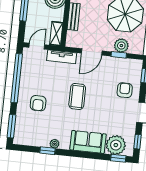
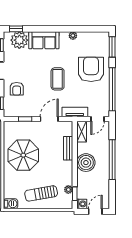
plant: (121, 46) -> (24, 127), removed
armchair: (38, 103) -> (91, 69), width x1.88, depth x1.88
window: (48, 151) -> (78, 29), removed

